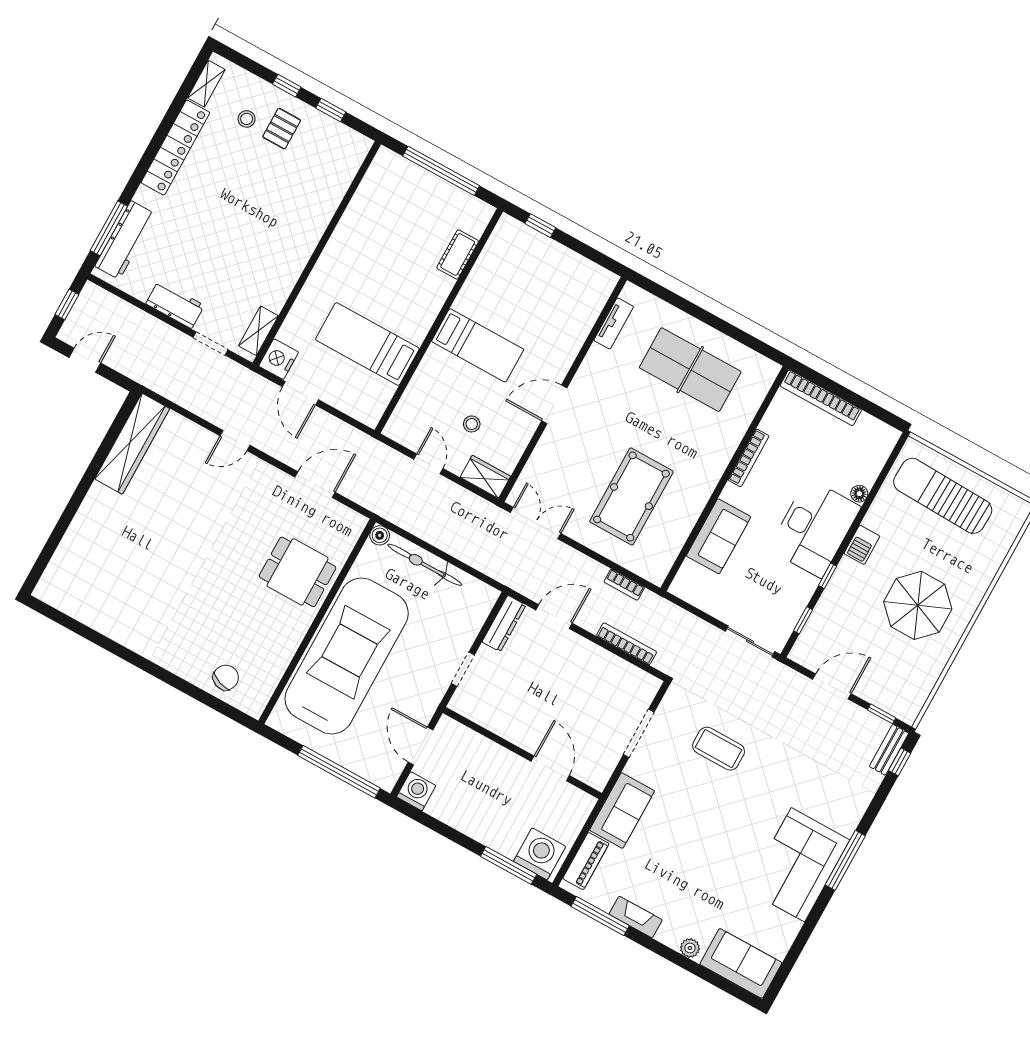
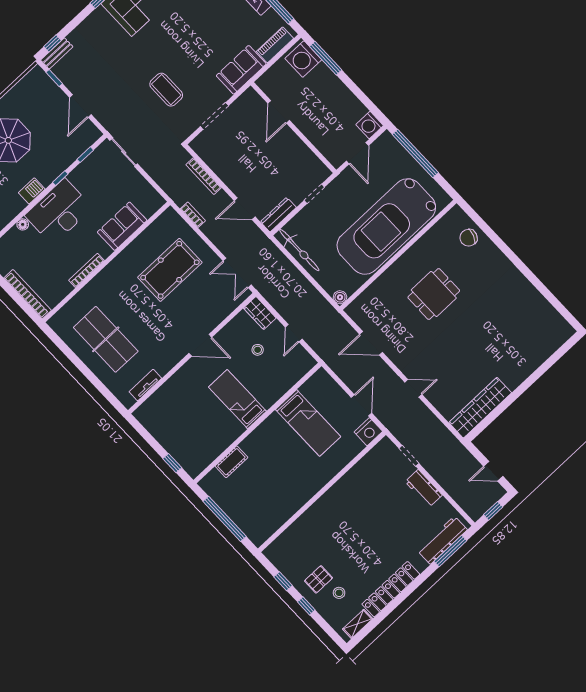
shelving: (258, 331) -> (376, 454), removed
bicycle: (425, 565) -> (299, 250), moved
dining table: (298, 572) -> (434, 294), moved, turned 90
door: (832, 687) -> (80, 106), hinge flipped

